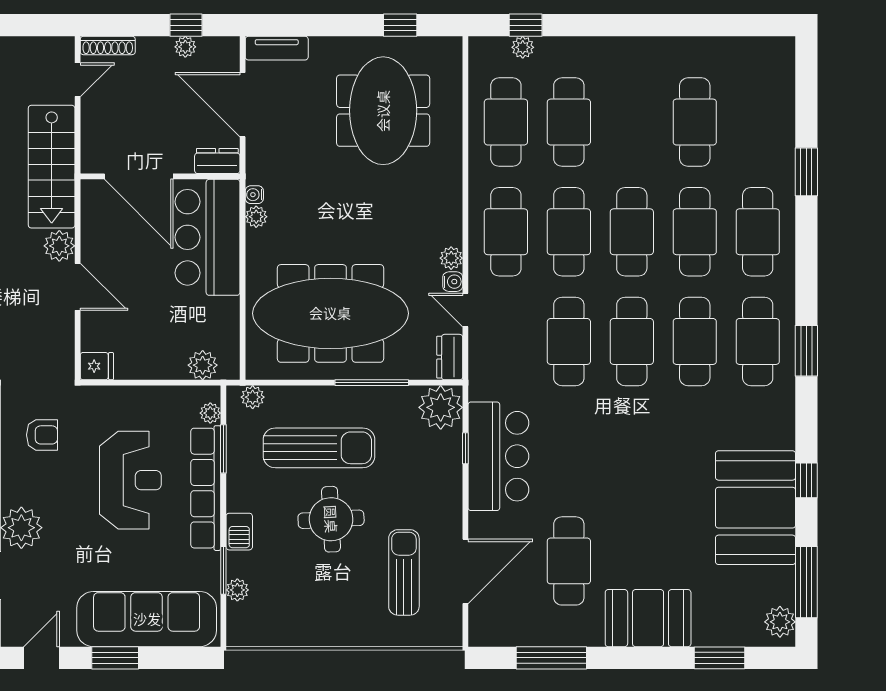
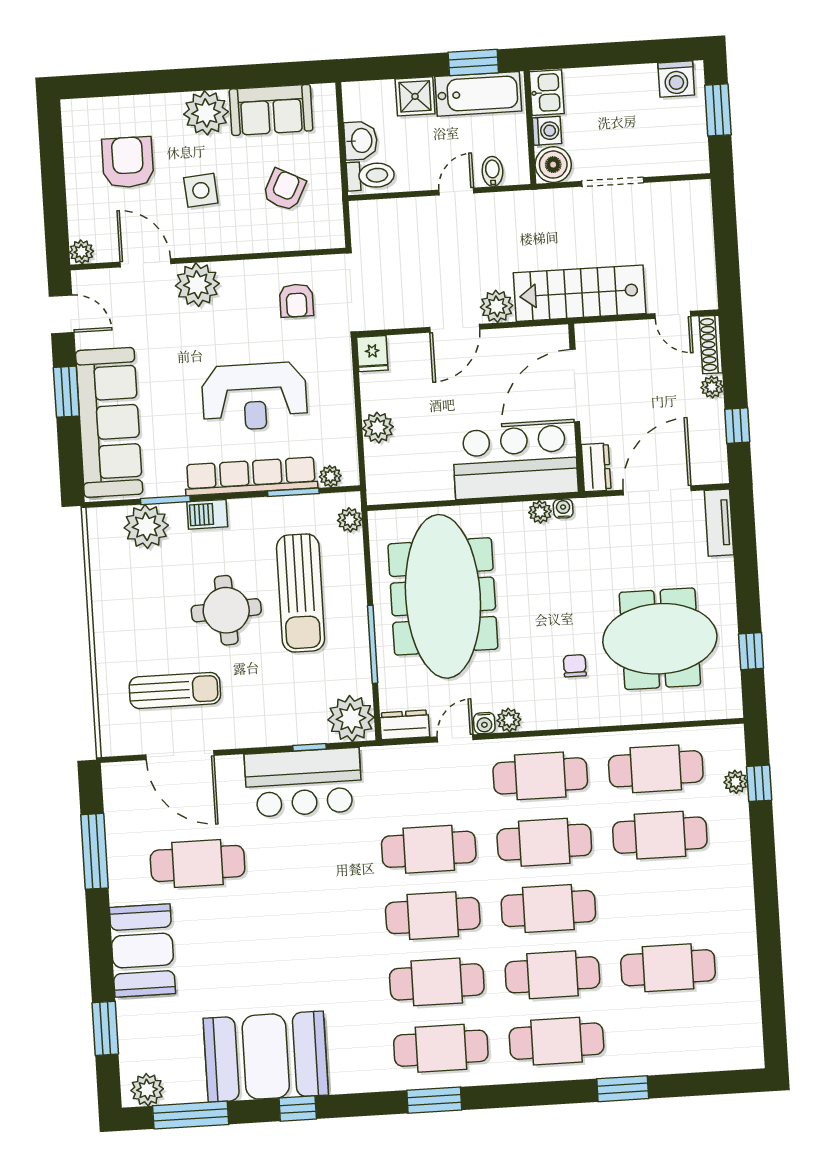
plant: (185, 47) -> (712, 387), moved
chair: (404, 193) -> (575, 666), added
plant: (203, 365) -> (378, 428), moved
plant: (237, 590) -> (146, 526), width x1.87, depth x1.87

